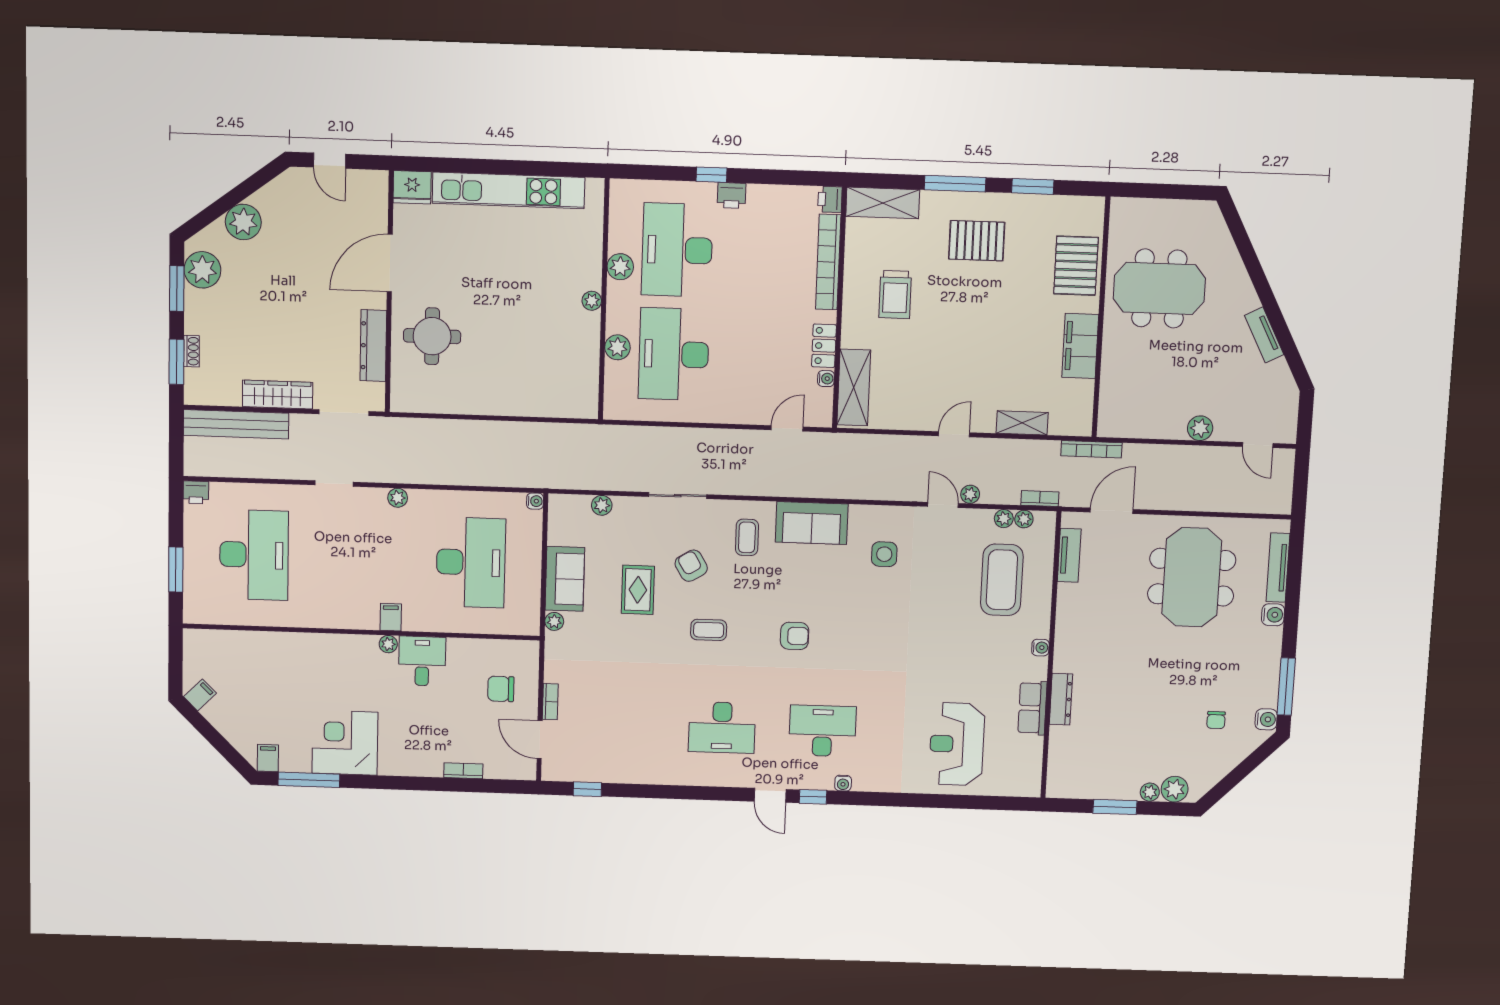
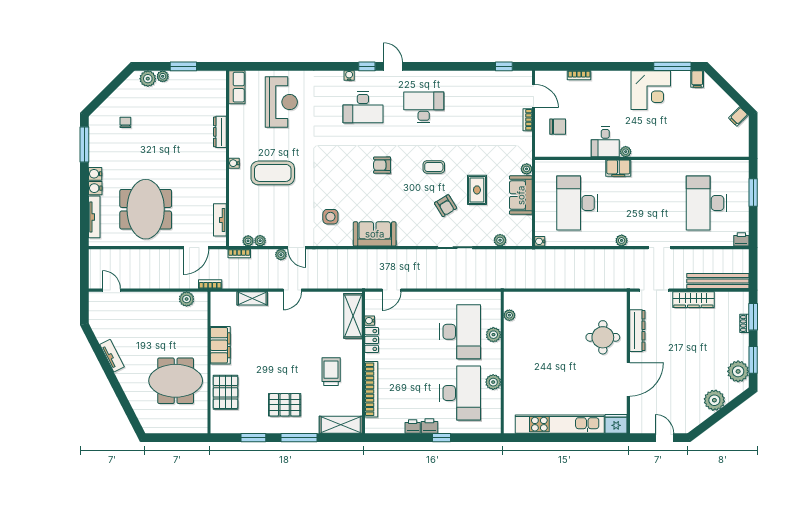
printer: (830, 199) -> (413, 426), moved, turned -90
plant: (592, 301) -> (509, 315), moved
plant: (1200, 428) -> (187, 299), moved
bookcase: (1091, 449) -> (210, 284), width x0.64
coffee table: (747, 537) -> (413, 224), removed
coffee table: (1002, 580) -> (273, 173), moved, turned 90
filing cabinet: (391, 617) -> (618, 168), width x2.00
row of seats: (1032, 708) -> (237, 87), moved
water cooler: (1266, 719) -> (95, 174), moved

